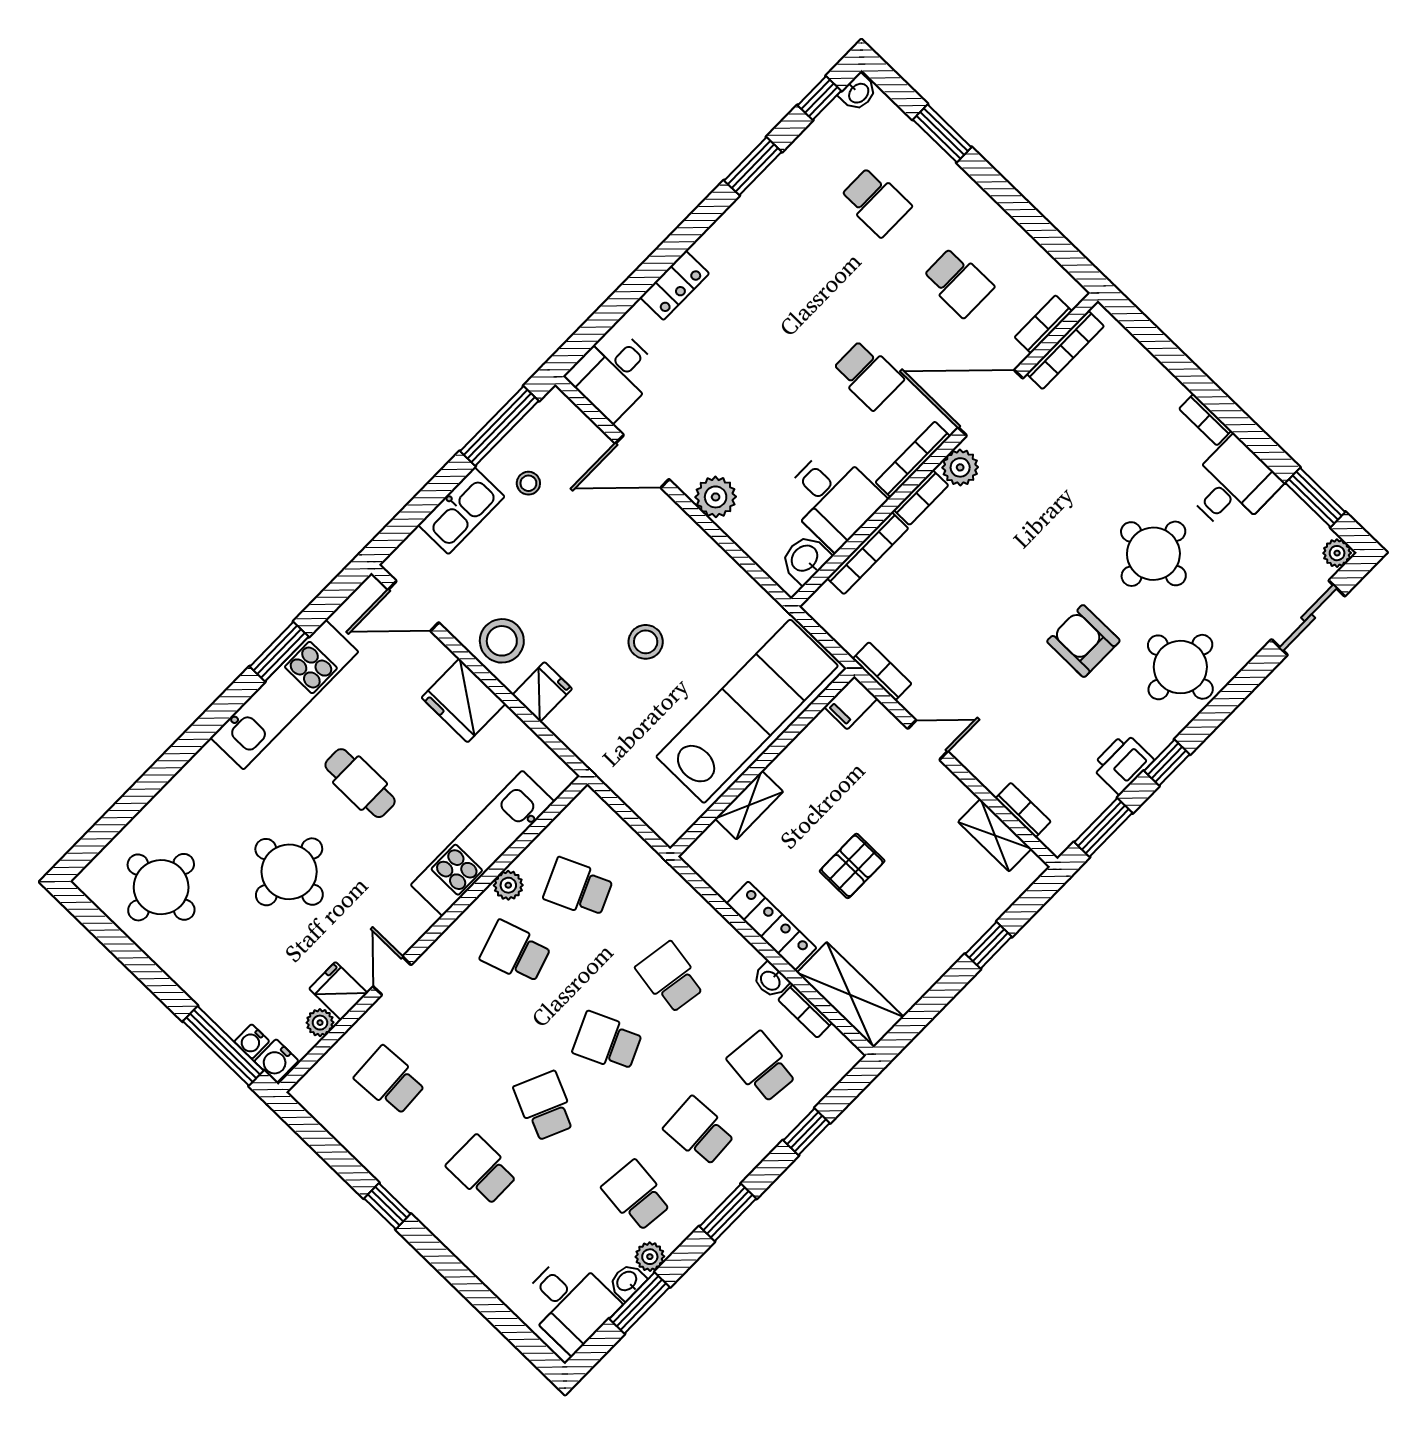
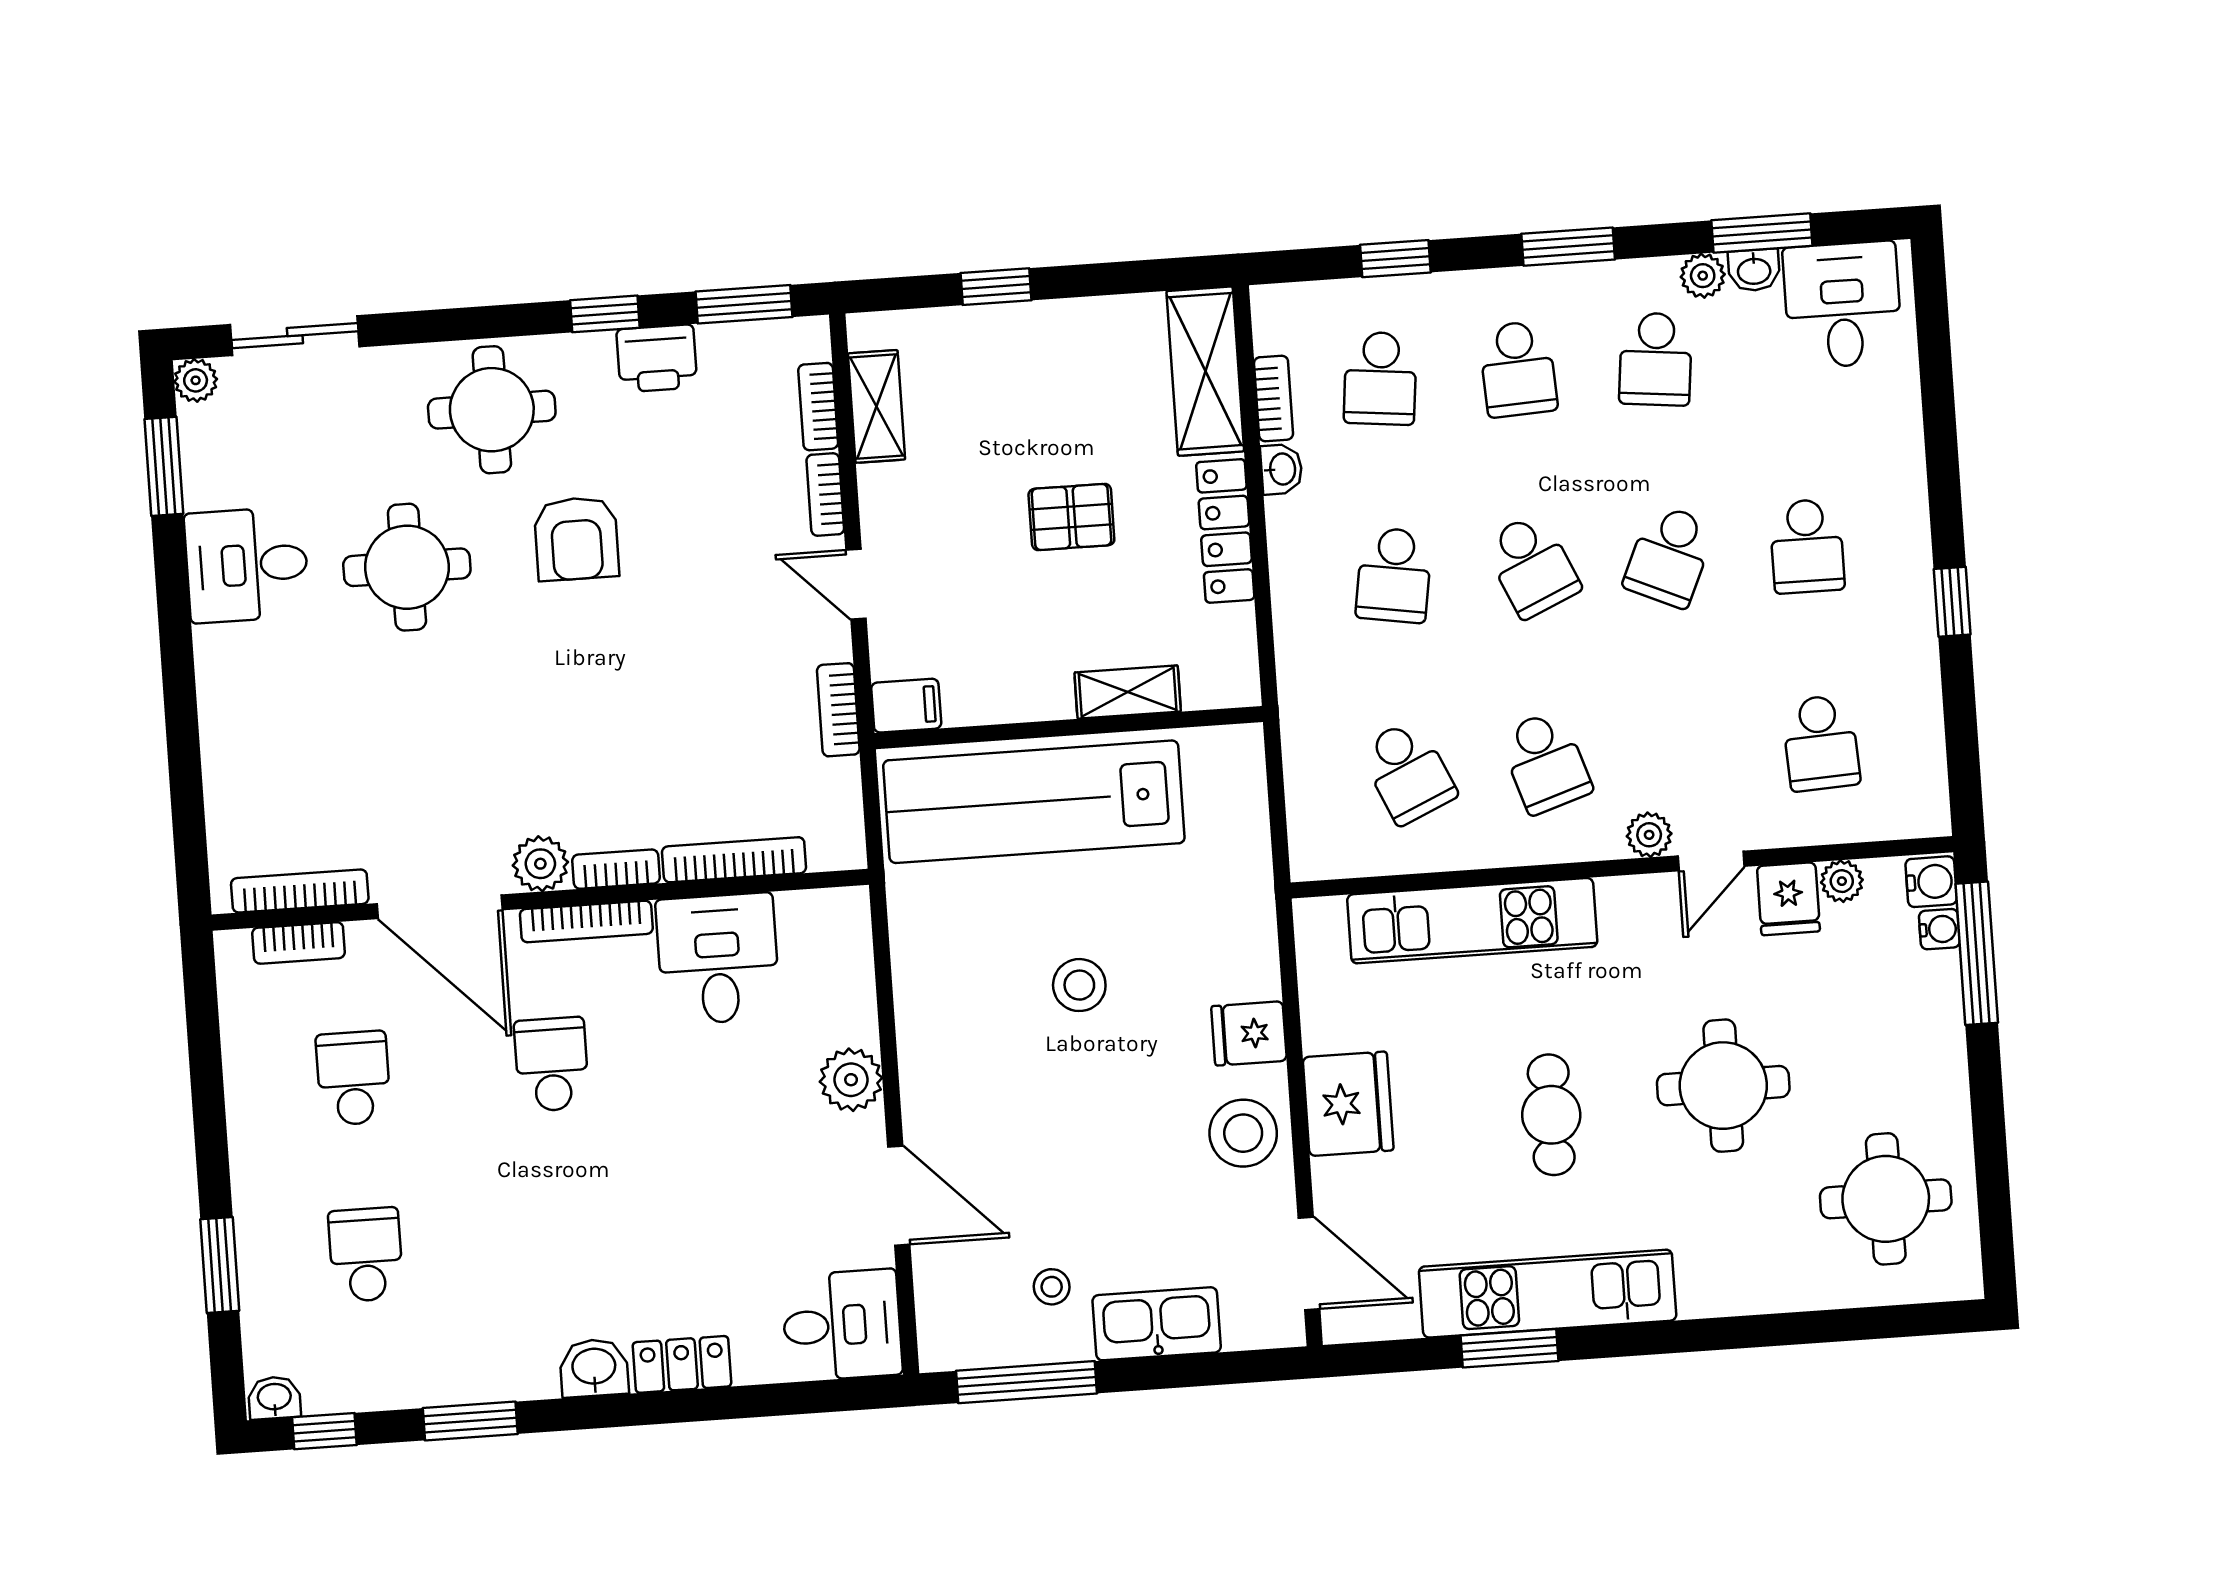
bookcase: (1205, 420) -> (825, 495), moved, turned 180
washbasin: (805, 559) -> (594, 1368), moved, turned 180
plant: (508, 885) -> (1649, 835), moved

